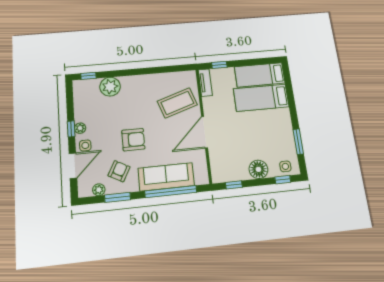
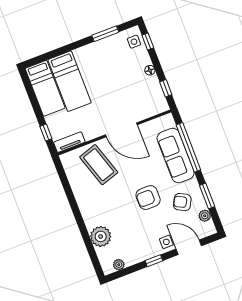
window: (88, 76) -> (95, 261), removed
plant: (80, 128) -> (119, 265), moved
armchair: (133, 140) -> (148, 198), turned -90
floor lamp: (258, 169) -> (150, 70), width x0.53, depth x0.53

